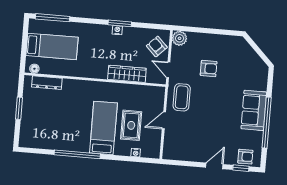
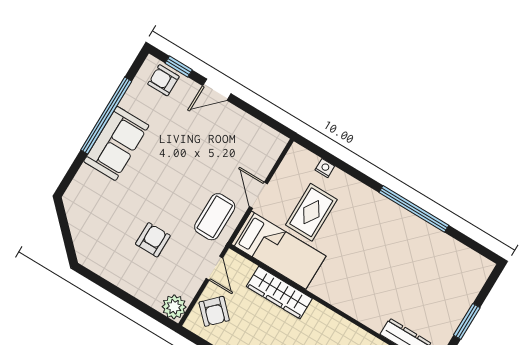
armchair: (209, 68) -> (153, 240), turned 90
door: (164, 120) -> (258, 195), swing flipped
bed: (103, 128) -> (279, 250), moved, turned -90

